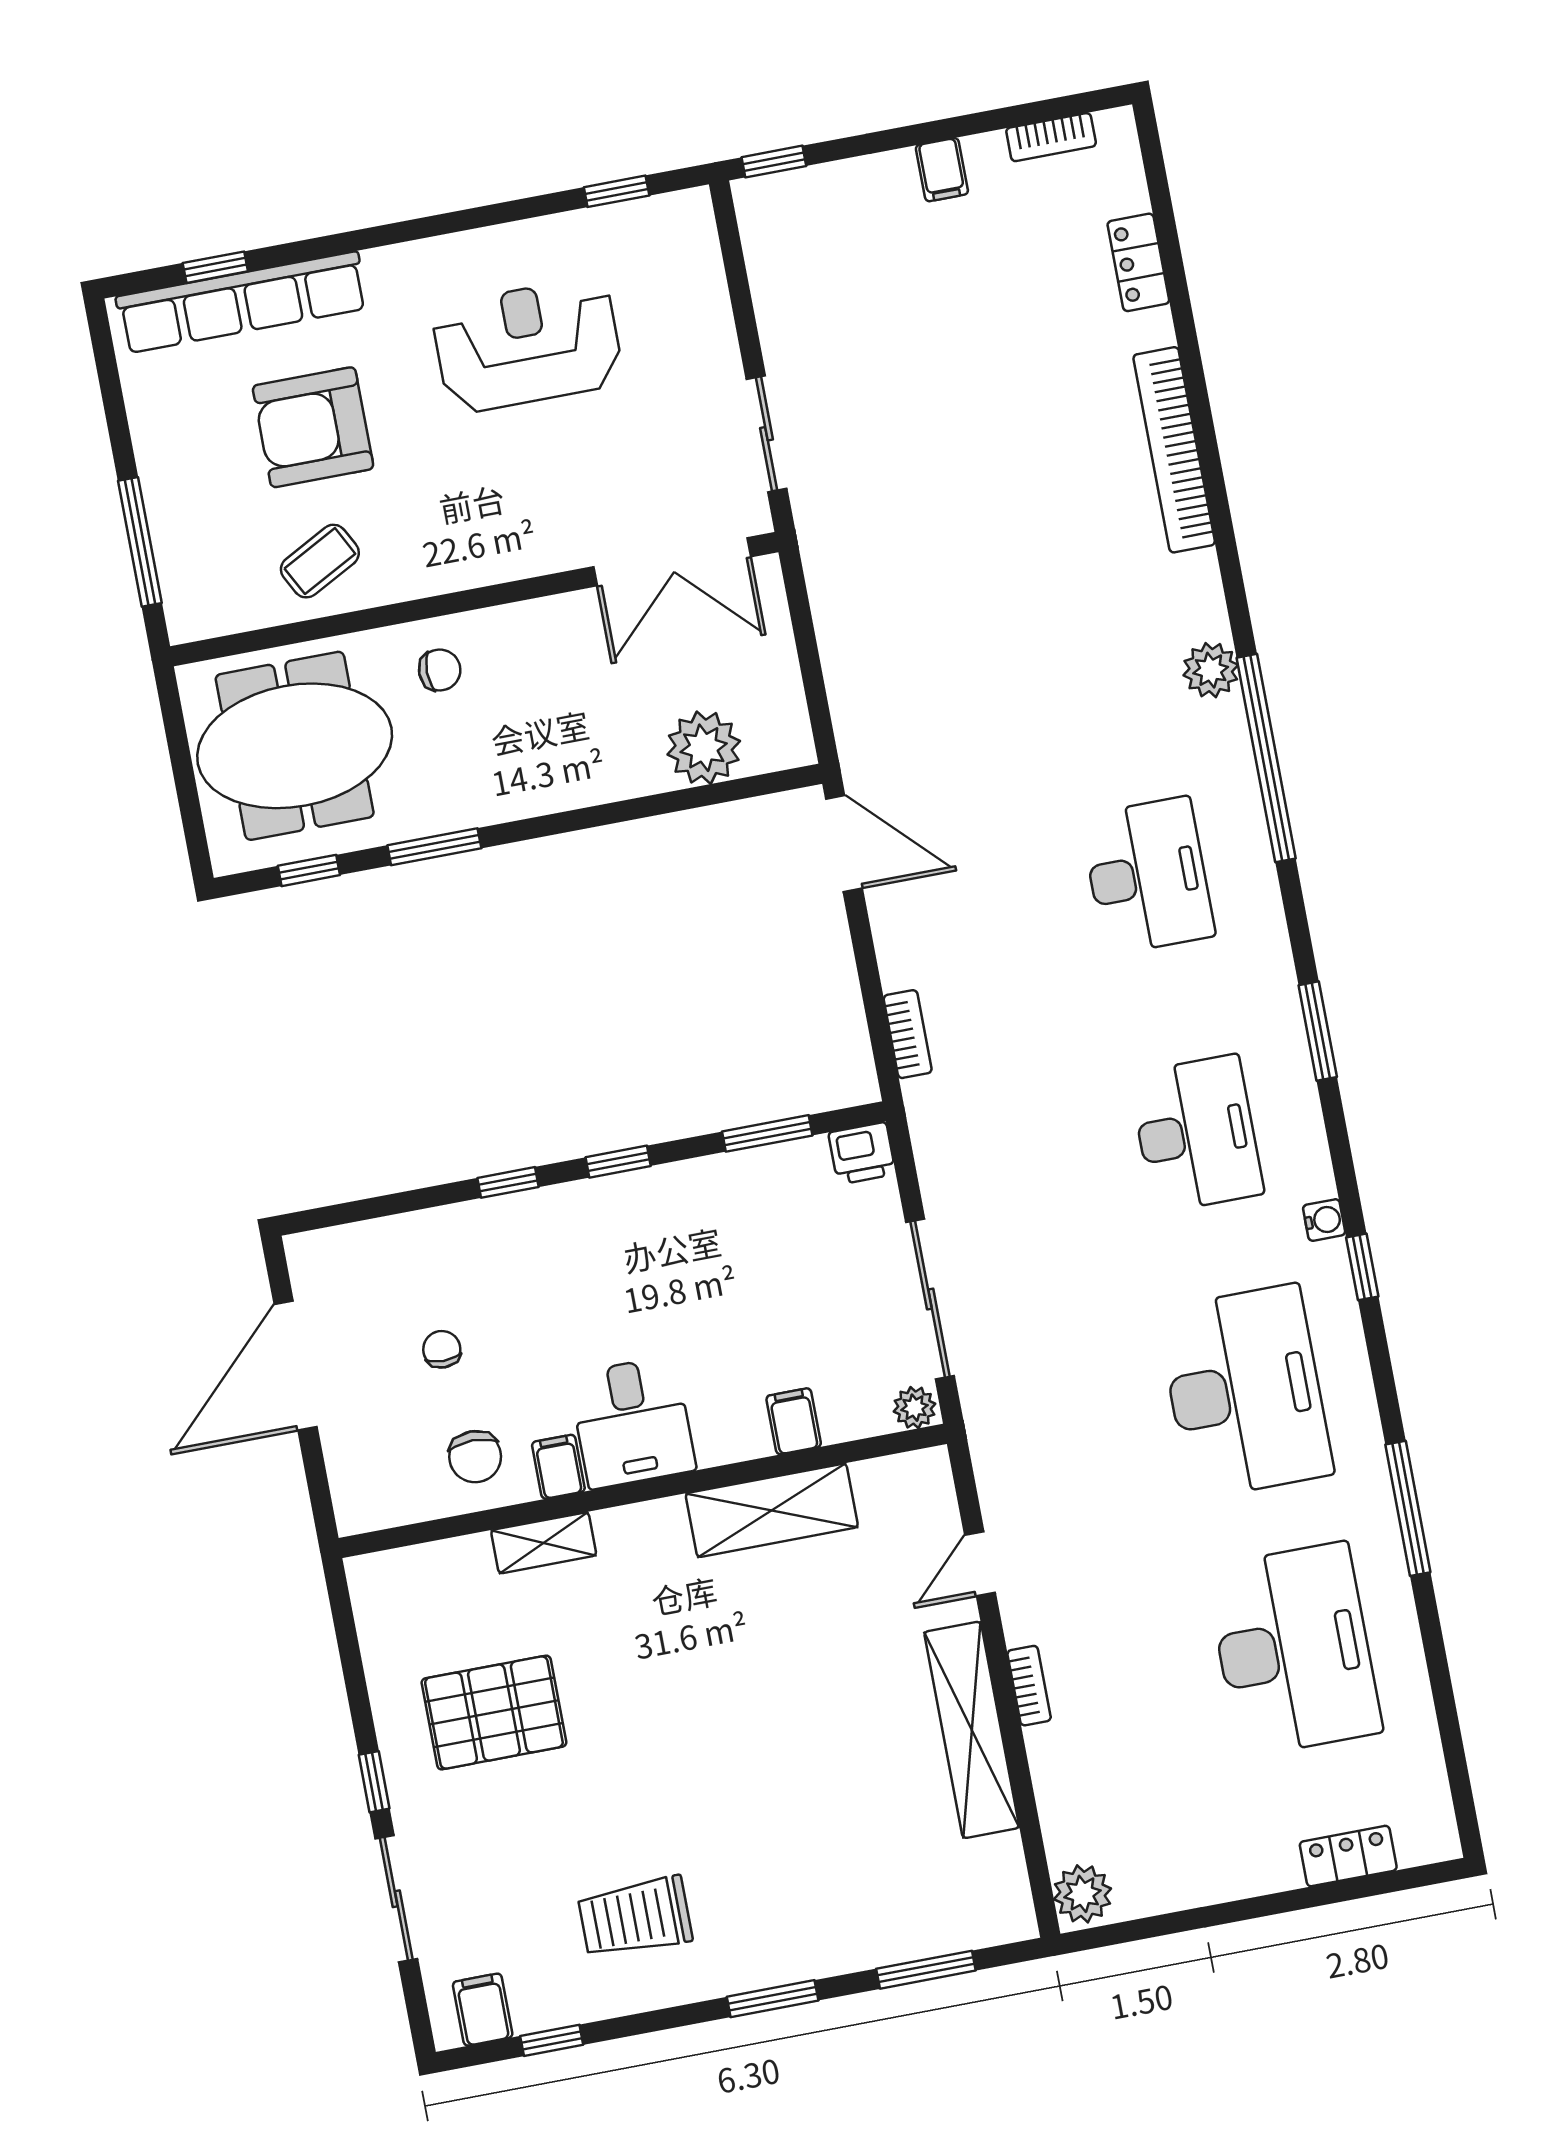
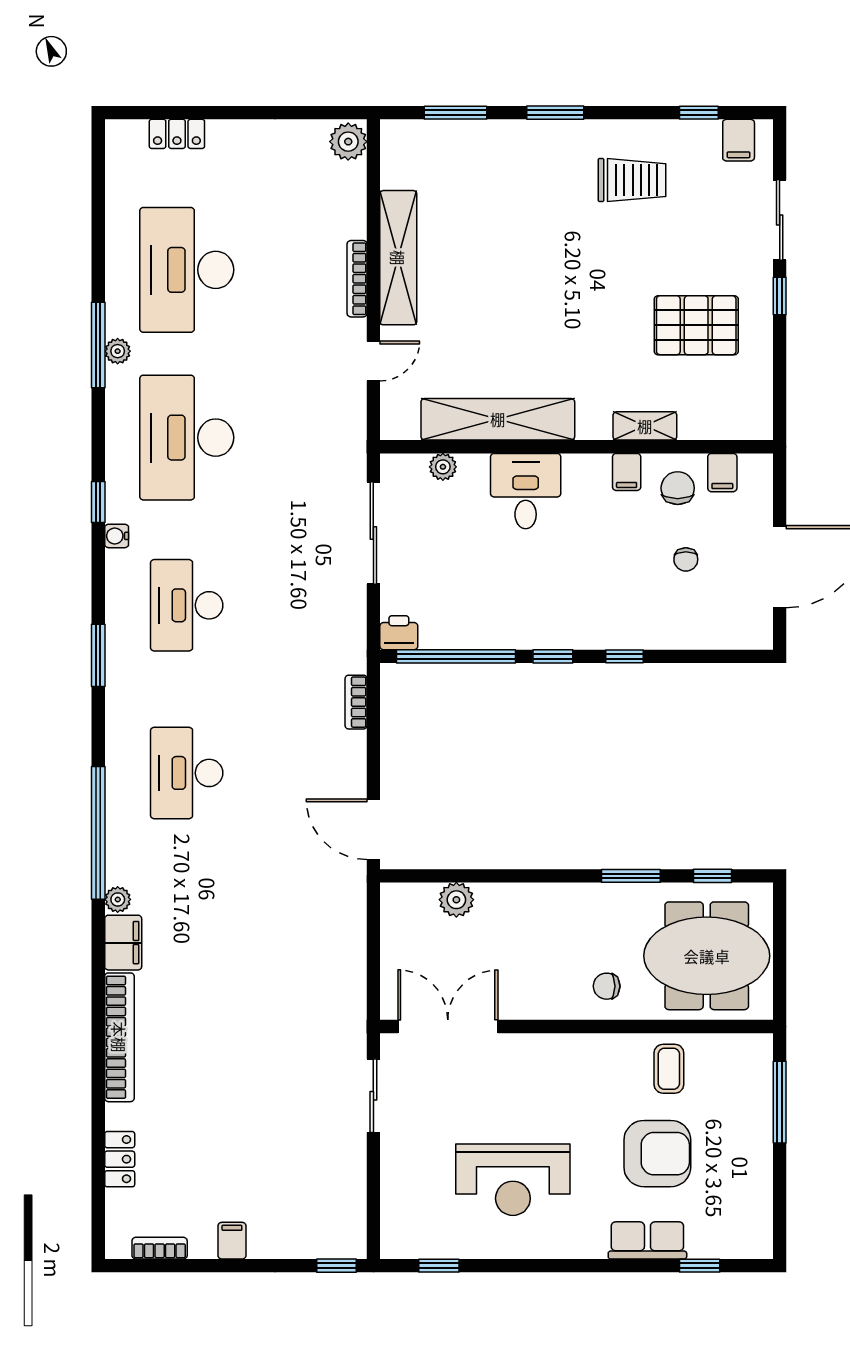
row of seats: (242, 302) -> (647, 1240), width x0.50
coffee table: (320, 561) -> (669, 1069), turned -62
filing cabinet: (1196, 597) -> (123, 943), added
plant: (1211, 670) -> (118, 899), width x0.73, depth x0.73
plant: (704, 748) -> (456, 900), width x0.73, depth x0.73
window: (767, 1133) -> (456, 656), width x2.11
plant: (915, 1408) -> (443, 467), moved
filing cabinet: (794, 1421) -> (722, 473), moved
desk: (632, 1422) -> (526, 491), moved
plant: (1376, 1505) -> (118, 351), added
shelving: (772, 1510) -> (498, 419), width x1.47
bookcase: (1029, 1686) -> (357, 279), width x1.56

